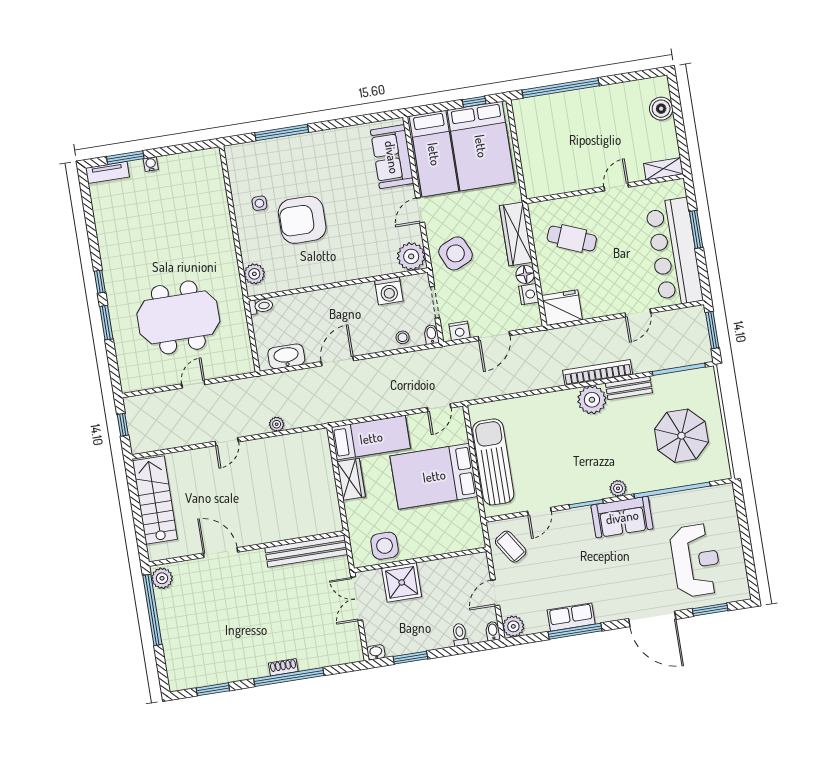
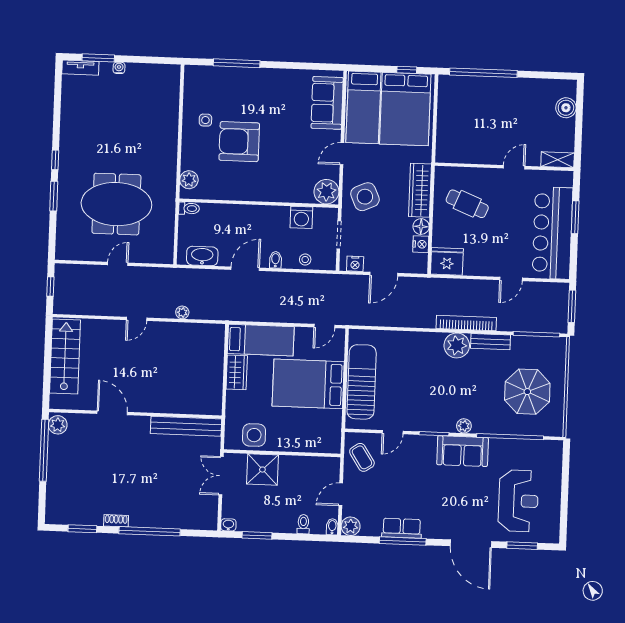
bidet: (431, 334) -> (276, 260), moved
shoe rack: (283, 667) -> (116, 521), moved

